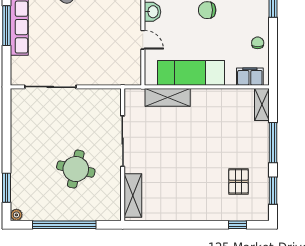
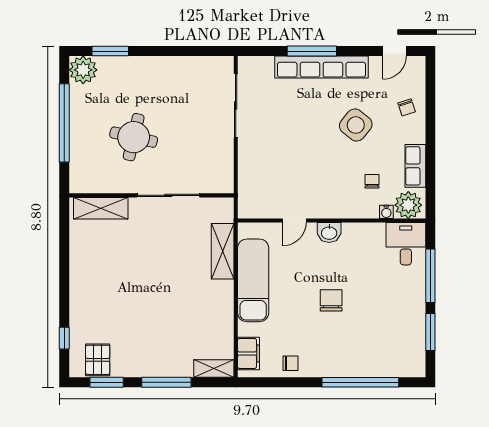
pallet: (239, 181) -> (98, 360), moved, turned 90
plant: (16, 215) -> (83, 70), width x1.88, depth x1.88

